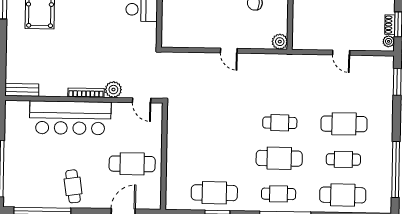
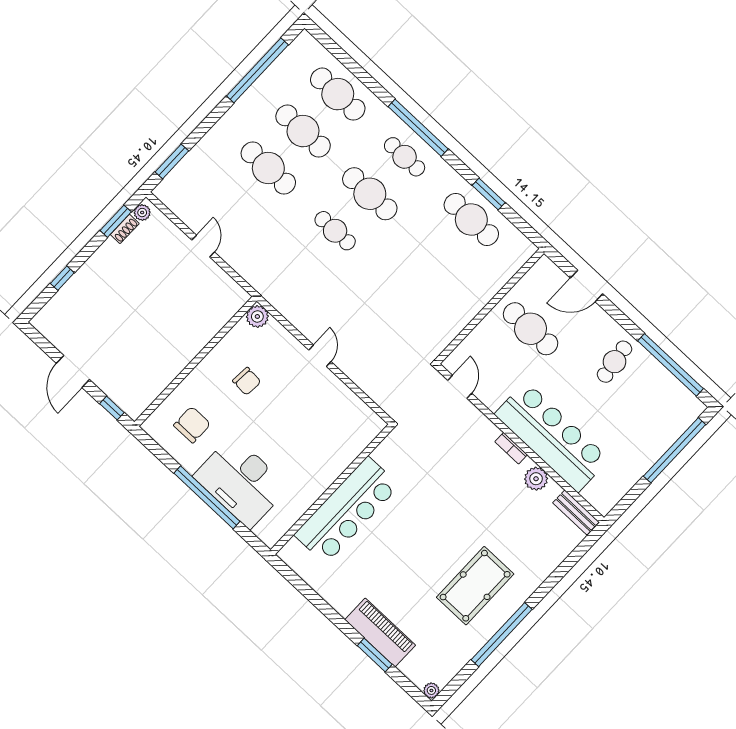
plant: (113, 90) -> (536, 479), moved
bookcase: (86, 93) -> (511, 448), width x0.64
cafe table: (343, 159) -> (303, 131), width x1.37, depth x1.35

